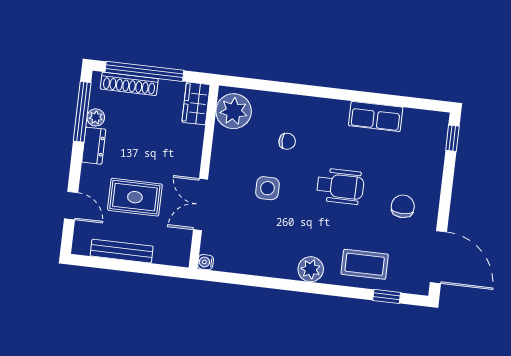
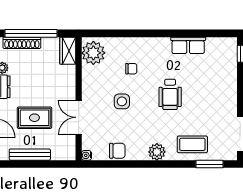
wheelchair: (340, 186) -> (170, 94), turned 90
chair: (403, 206) -> (117, 151), moved, turned 90
window: (387, 296) -> (209, 164), width x1.50

